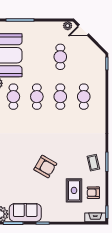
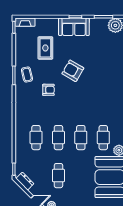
dresser: (96, 51) -> (25, 181), added
armchair: (93, 193) -> (48, 90), moved
sofa: (25, 213) -> (74, 27), moved

